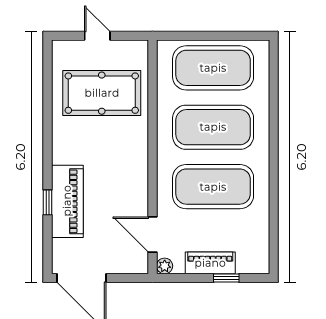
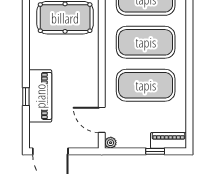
piano: (210, 263) -> (169, 140), moved

